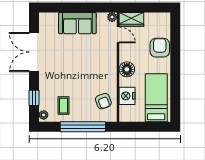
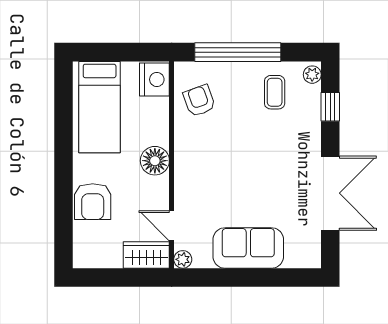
nightstand: (127, 96) -> (154, 79), moved

